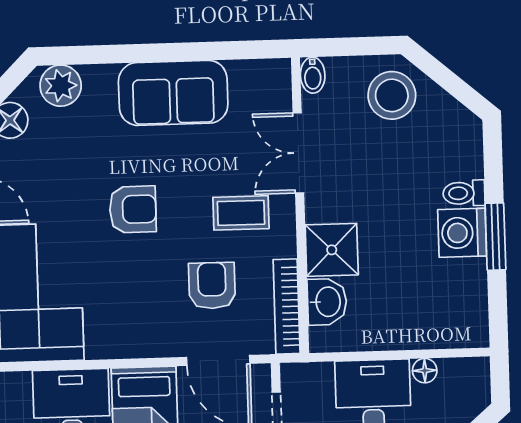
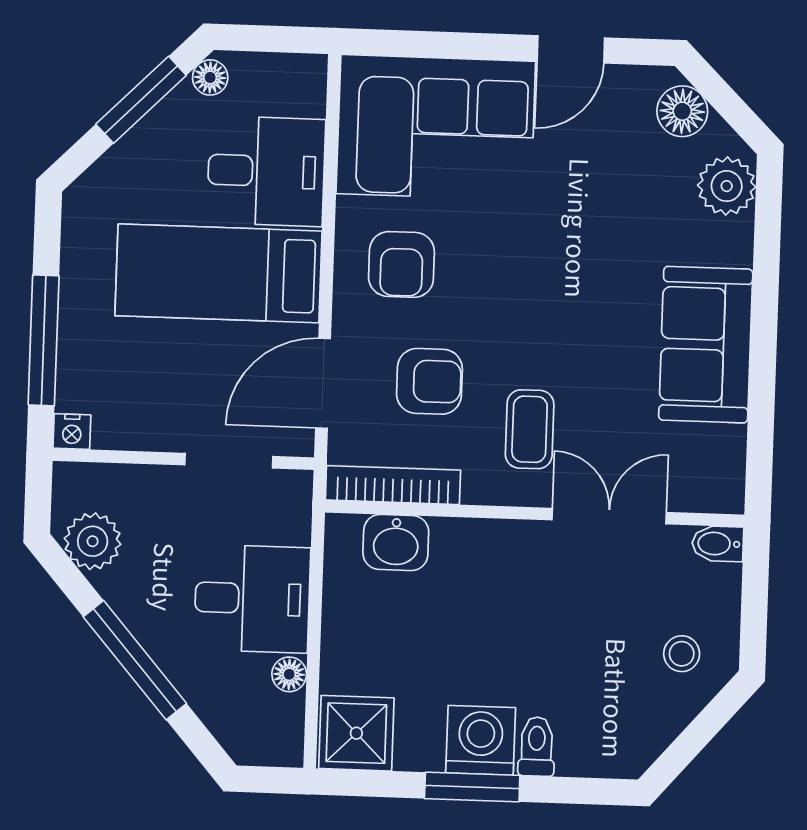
stool: (392, 95) -> (682, 654), width x0.53, depth x0.53
armchair: (133, 209) -> (401, 264), moved
shower: (332, 250) -> (356, 733), moved

